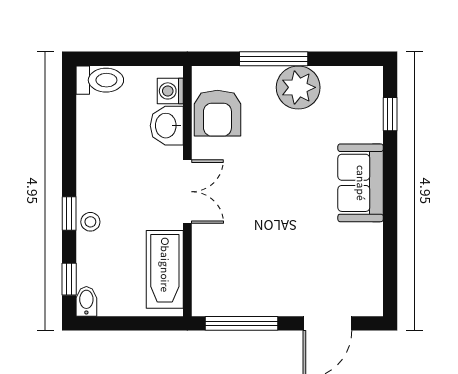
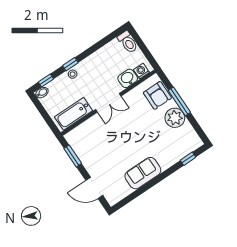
armchair: (217, 113) -> (157, 95), moved, turned -90
sofa: (361, 183) -> (143, 173), moved
window: (242, 323) -> (73, 156), width x0.69

